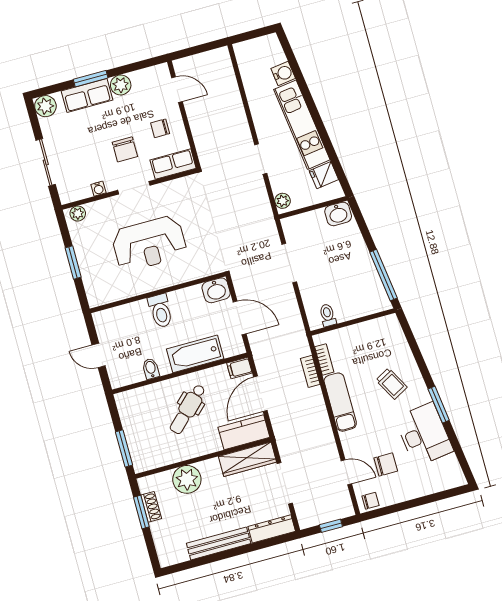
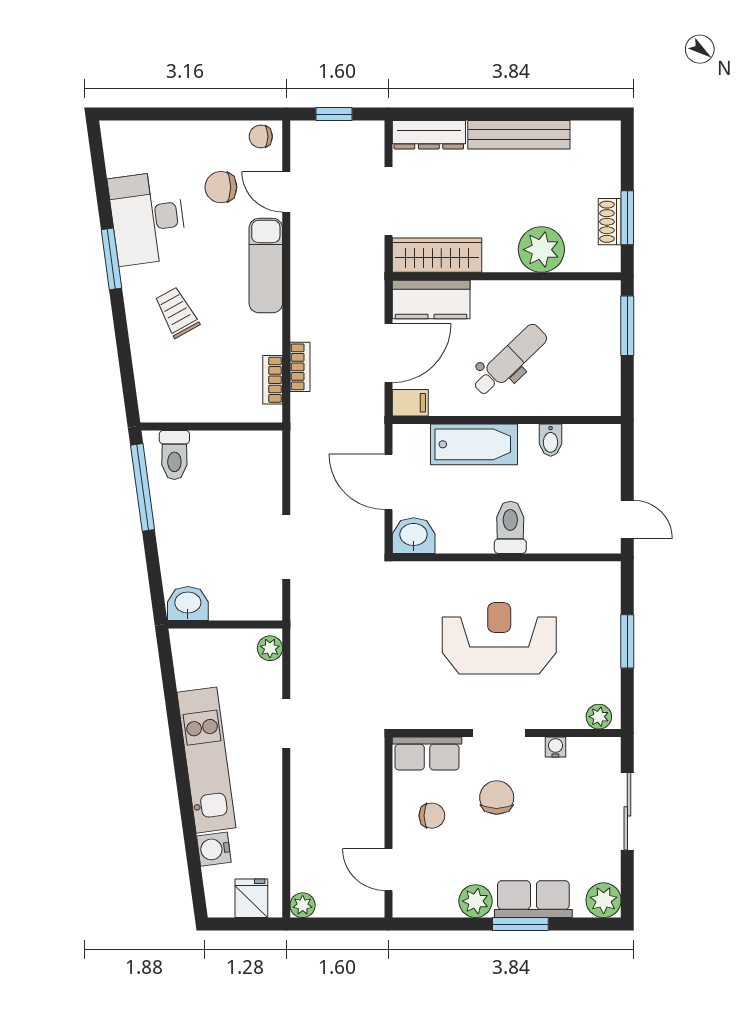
plant: (222, 55) -> (303, 905), added
fridge: (324, 175) -> (251, 898), moved, turned -82
toilet: (328, 315) -> (174, 455), moved, width x1.37, depth x1.39
door: (99, 355) -> (627, 519), moved
exam couch: (340, 402) -> (266, 266), moved

